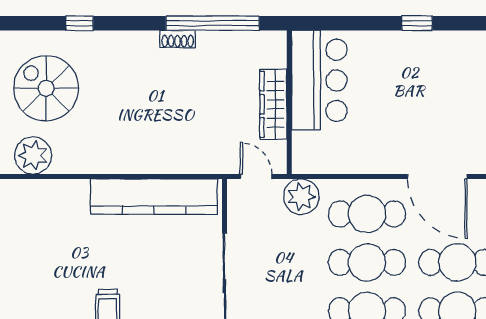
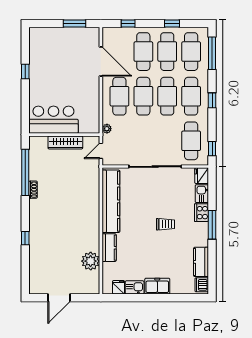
spiral stairs: (46, 88) -> (57, 255), removed
door: (437, 176) -> (101, 61), hinge flipped
kitchen counter: (60, 193) -> (109, 248), added
plant: (301, 197) -> (107, 129), width x0.53, depth x0.53

